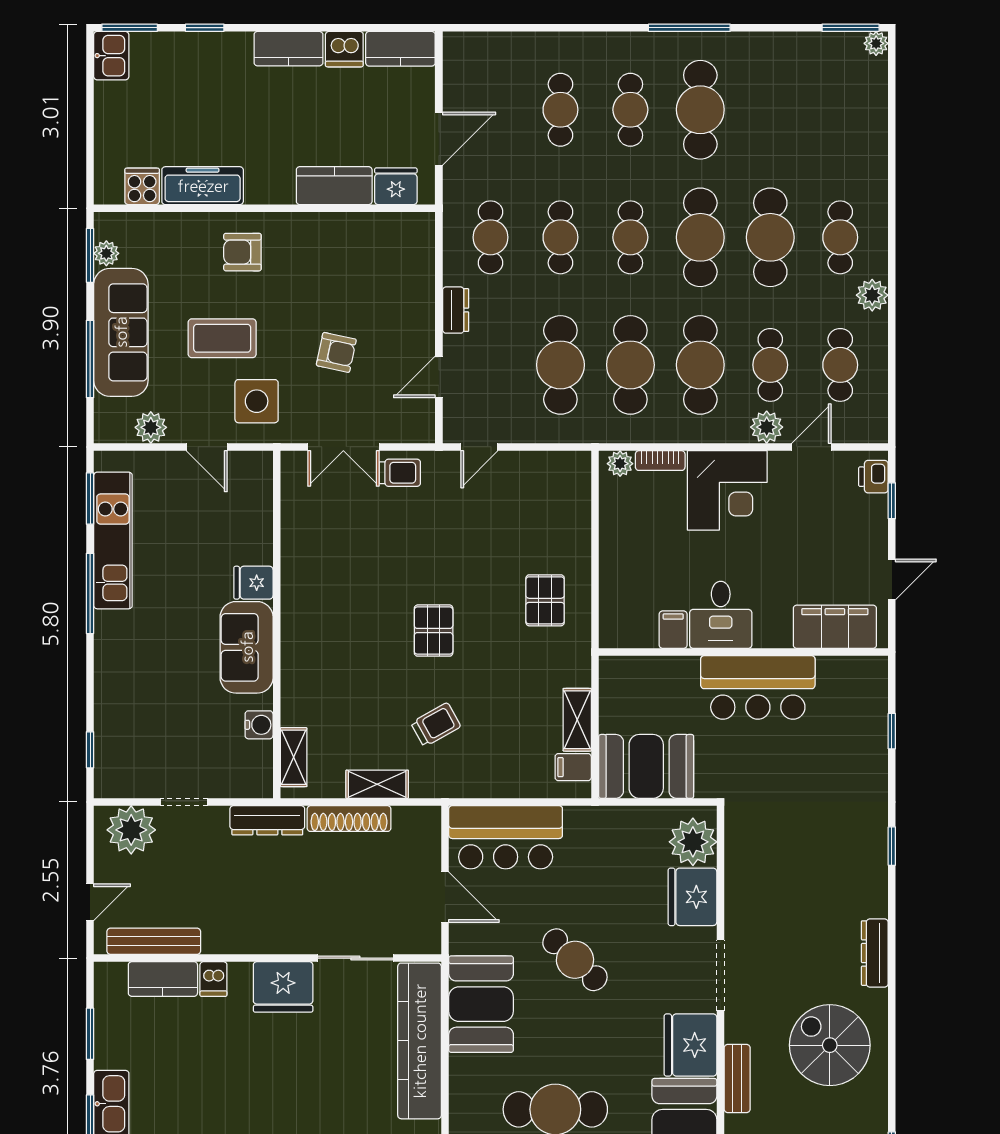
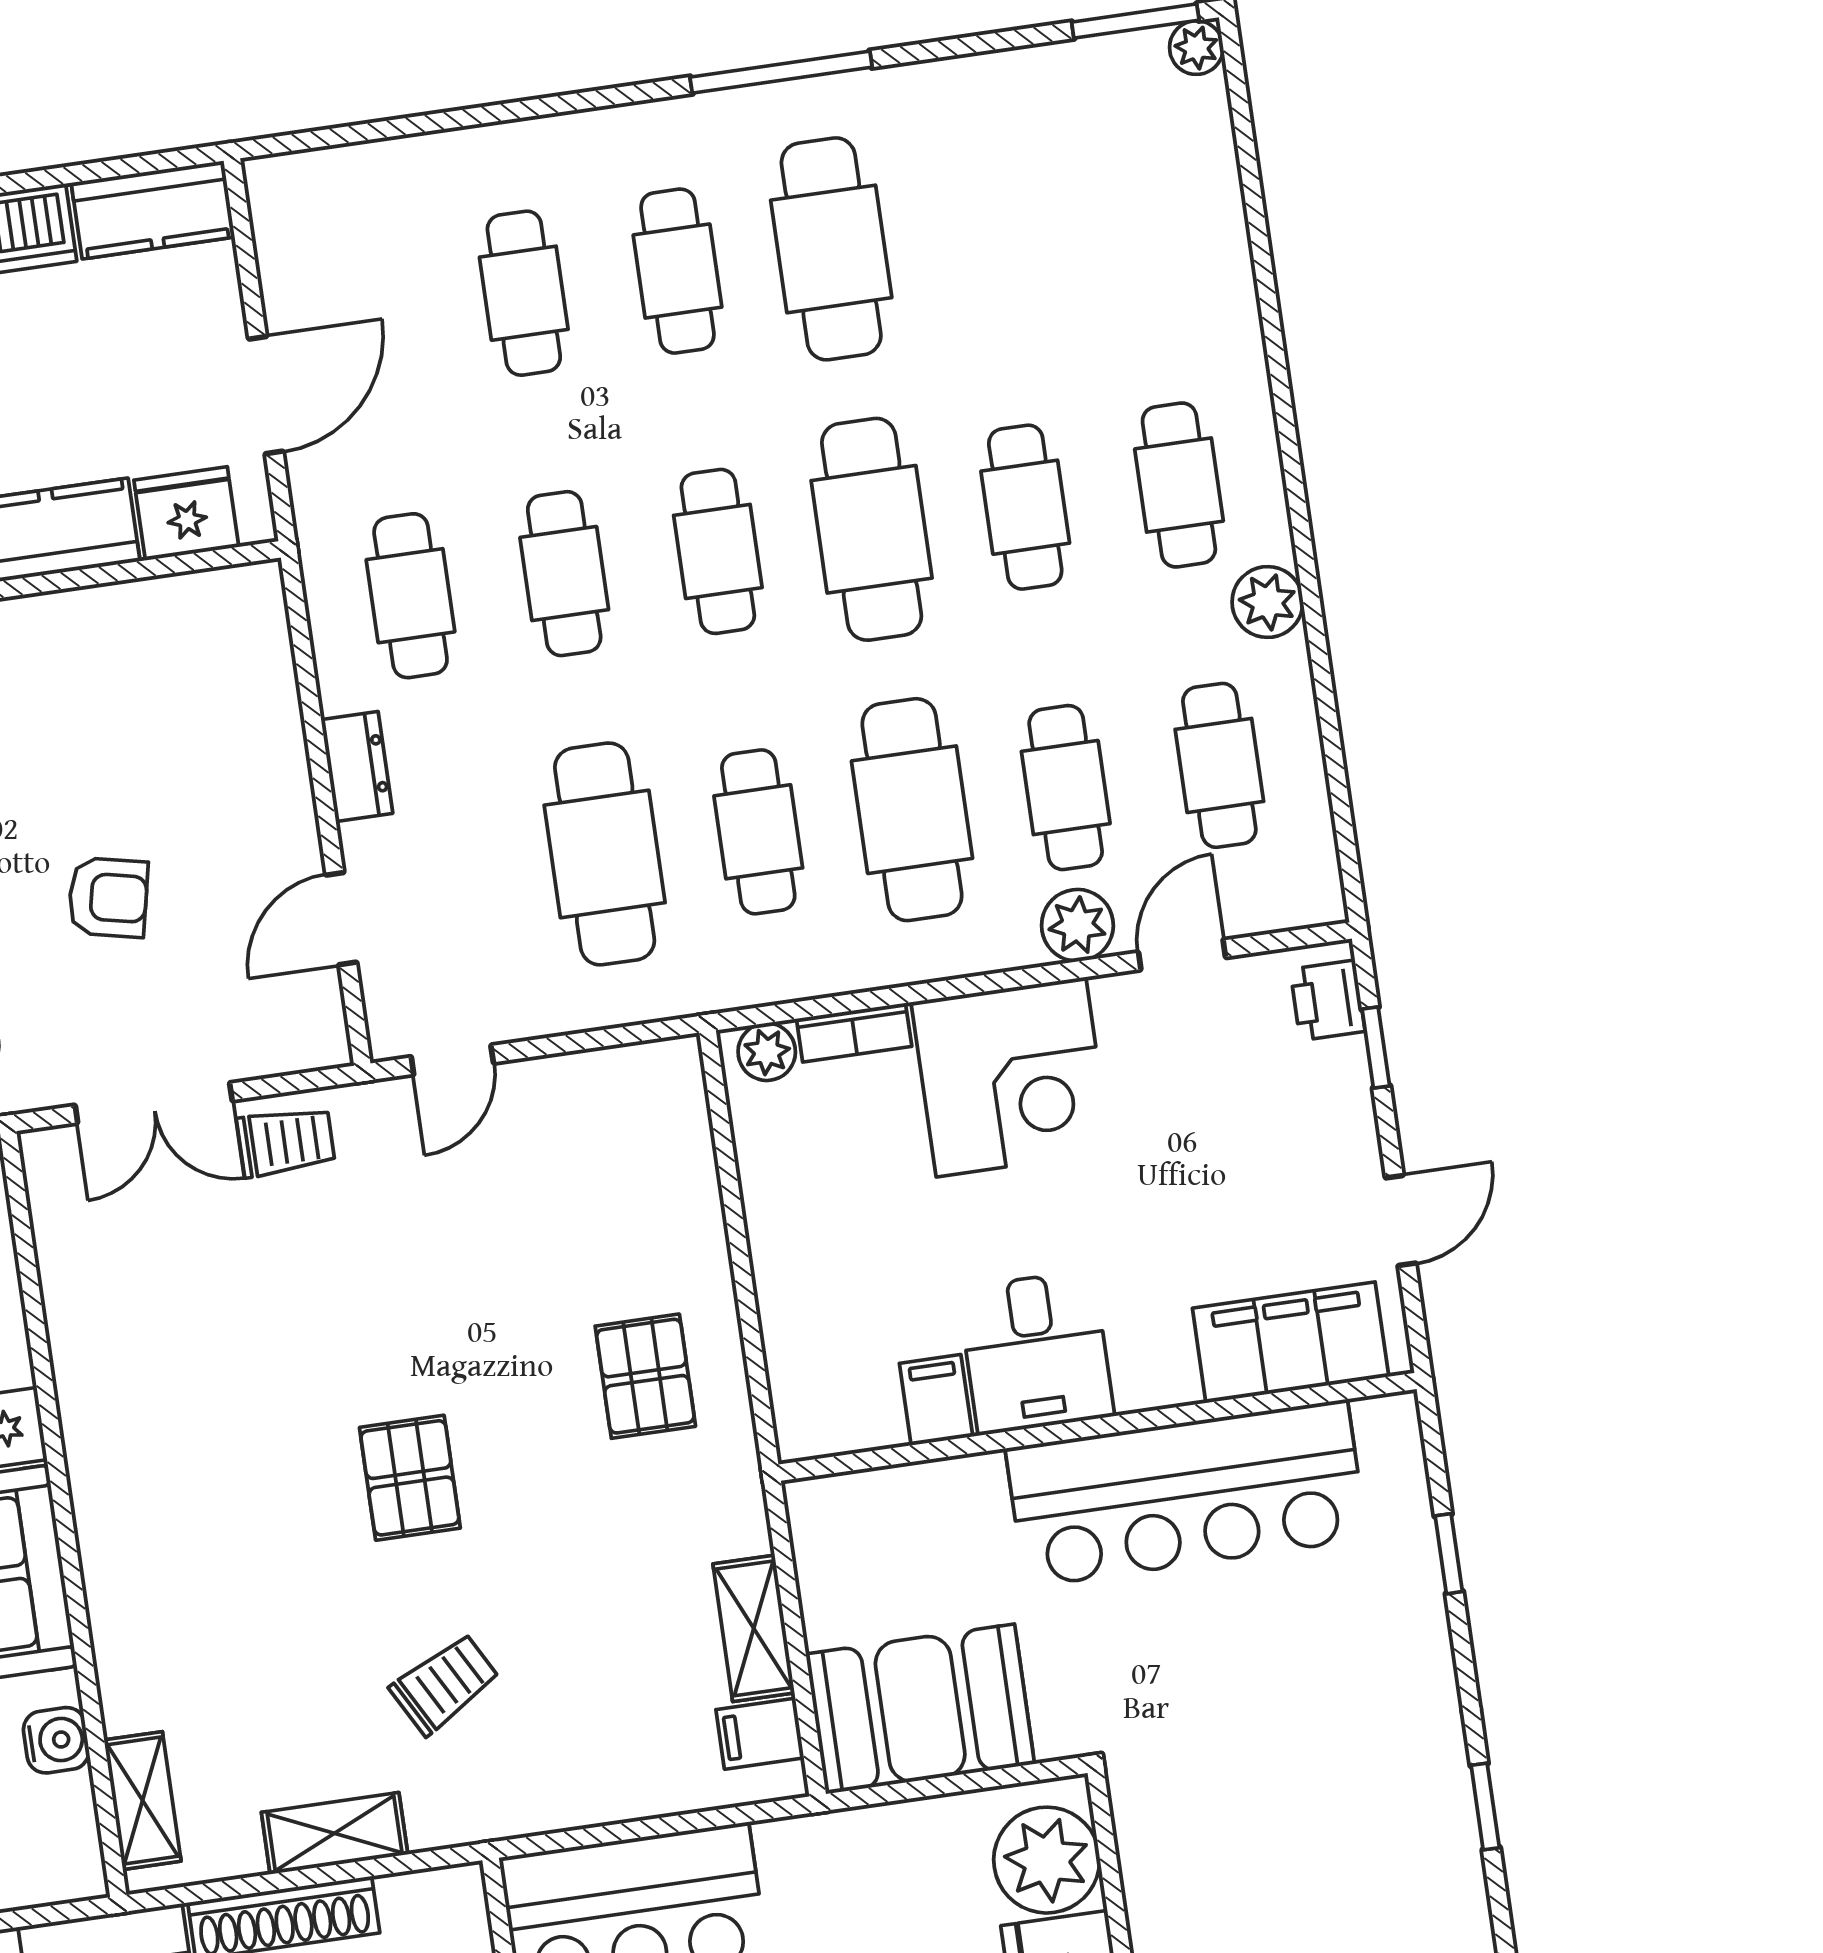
cafe table: (770, 237) -> (1025, 507), width x0.73, depth x0.74
cafe table: (630, 365) -> (758, 832), width x0.73, depth x0.74
bar counter: (758, 687) -> (1186, 1494), width x1.36

